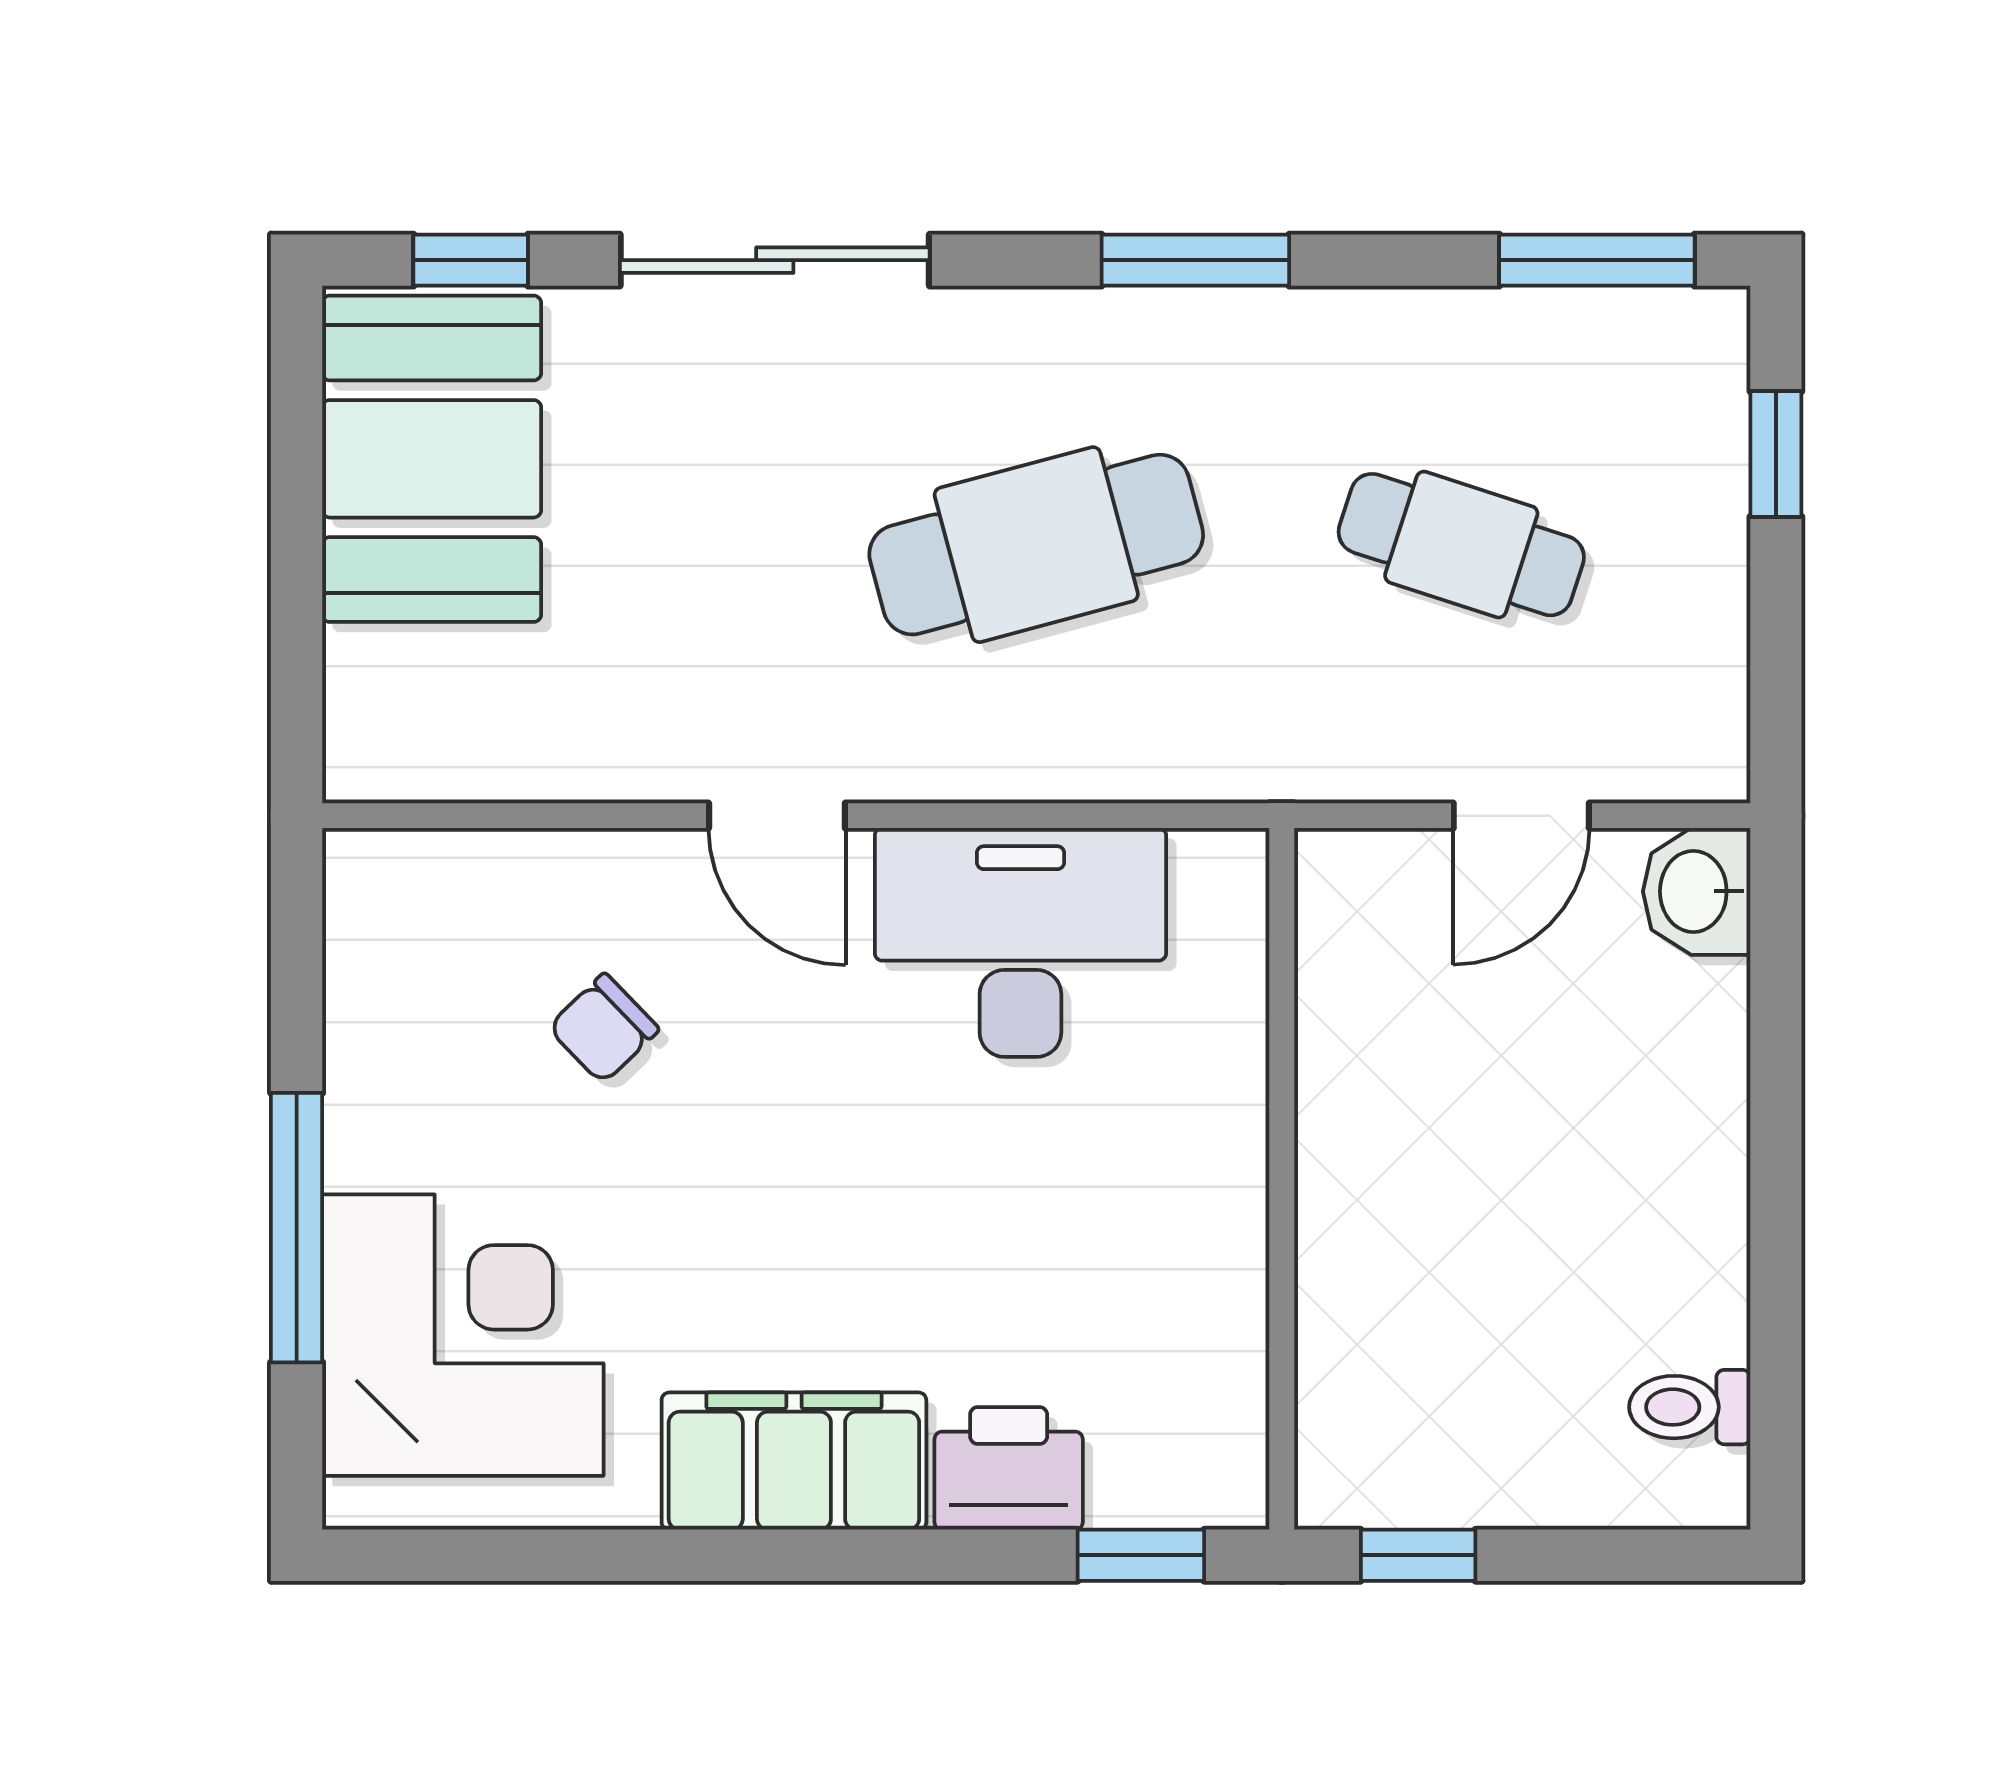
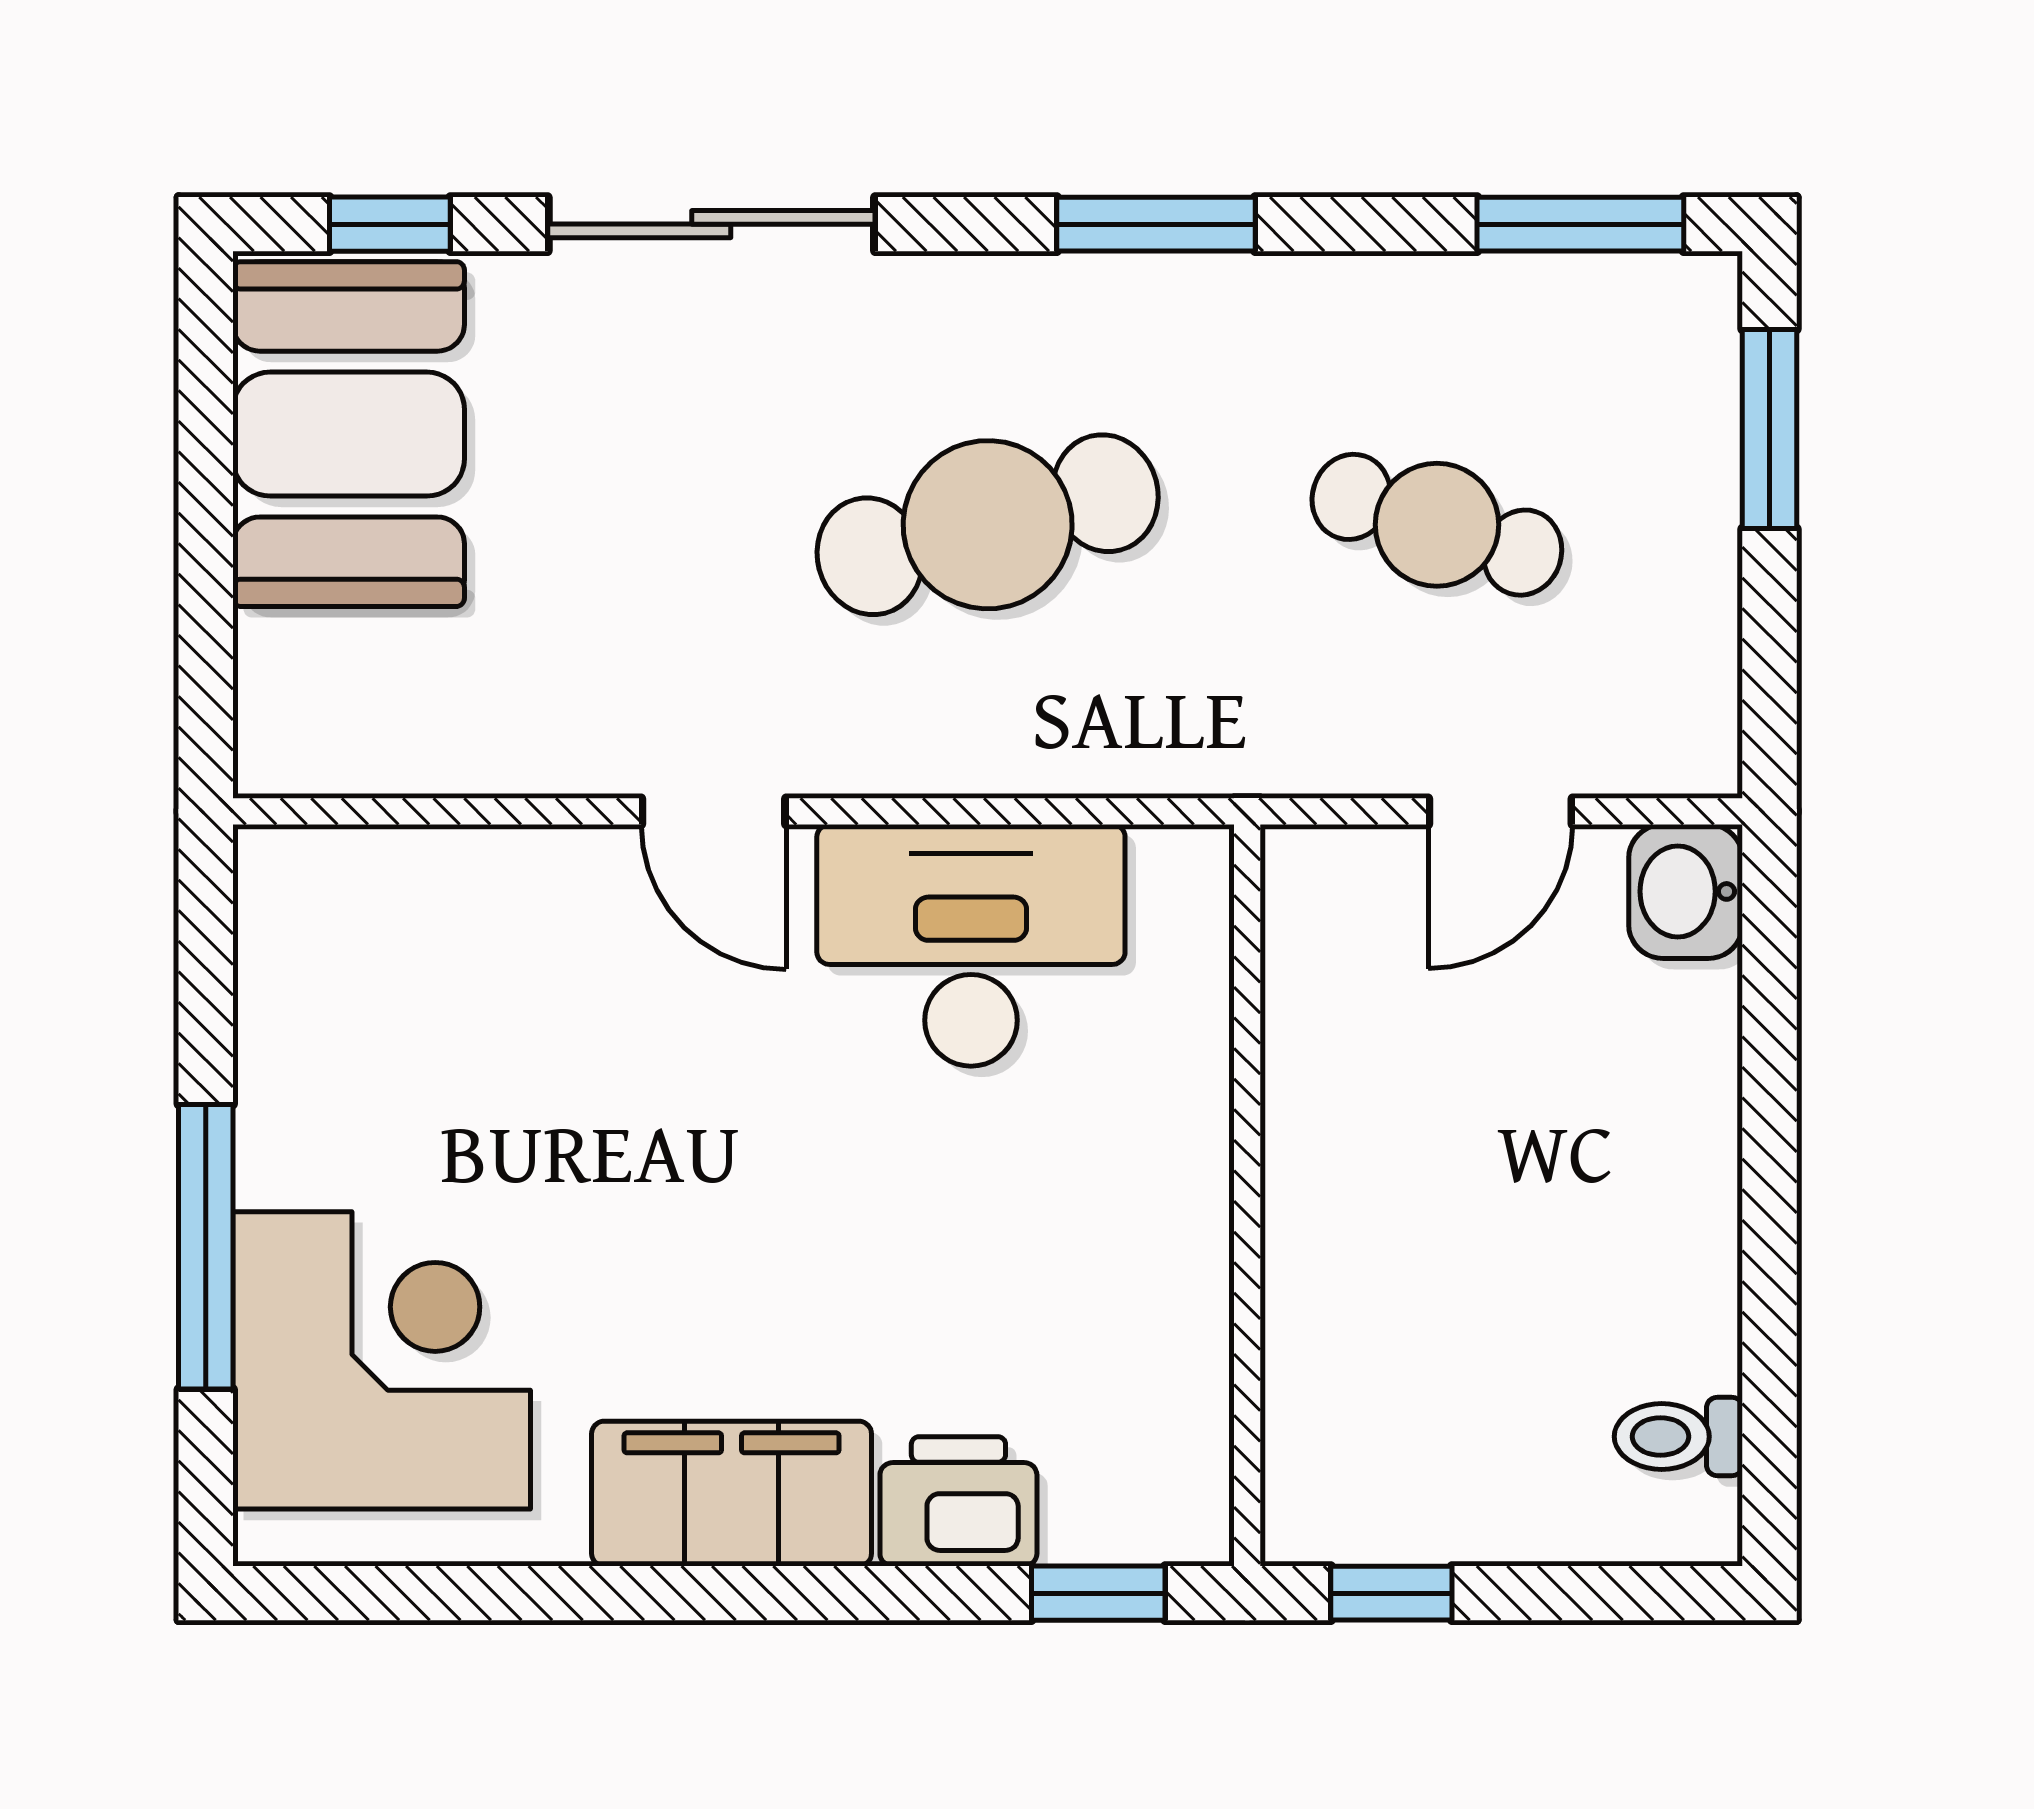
window: (1776, 454) -> (1769, 429), width x1.50
chair: (603, 1028) -> (530, 1036), removed

